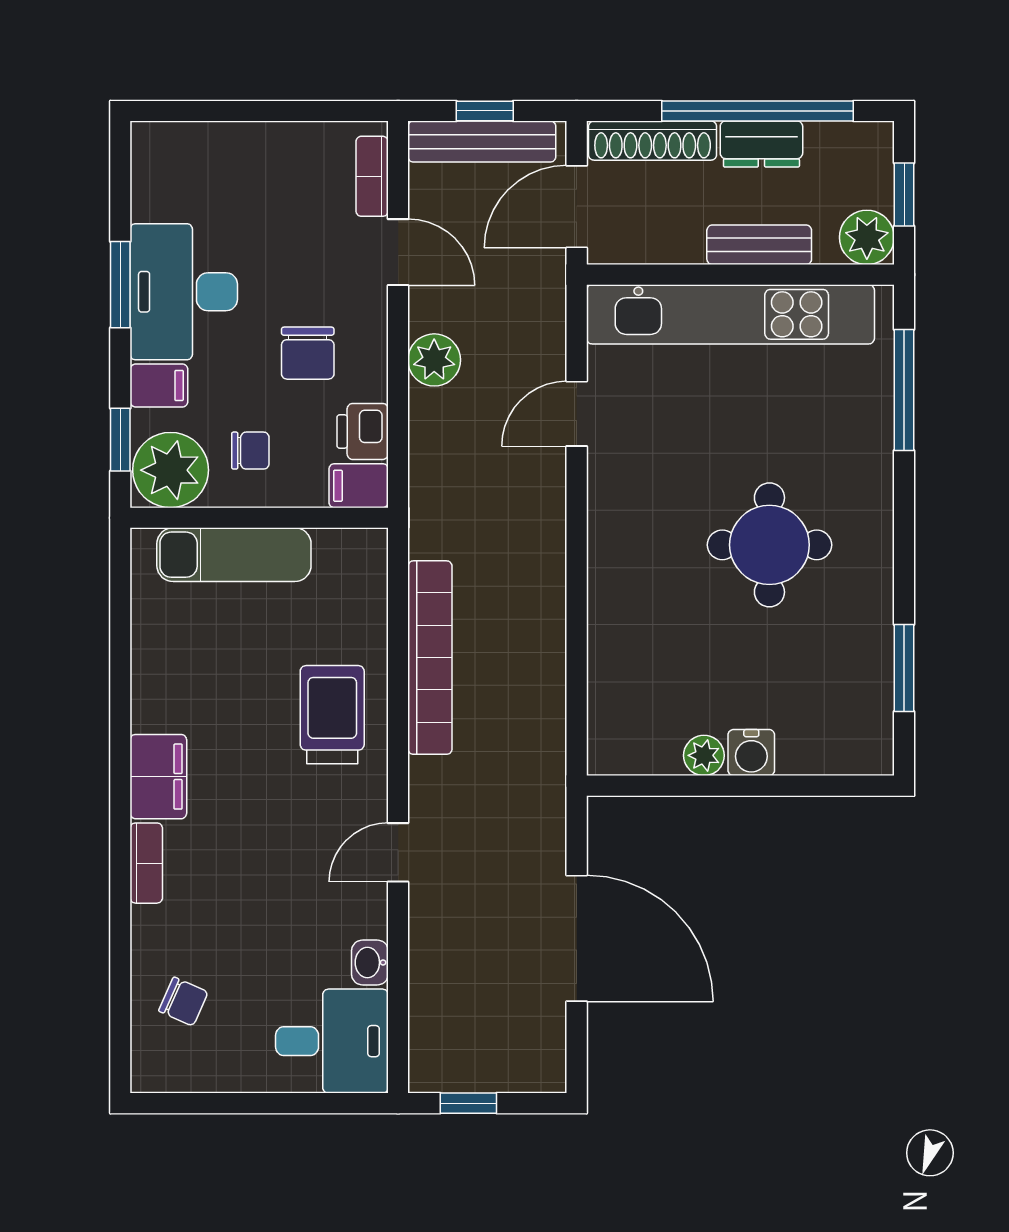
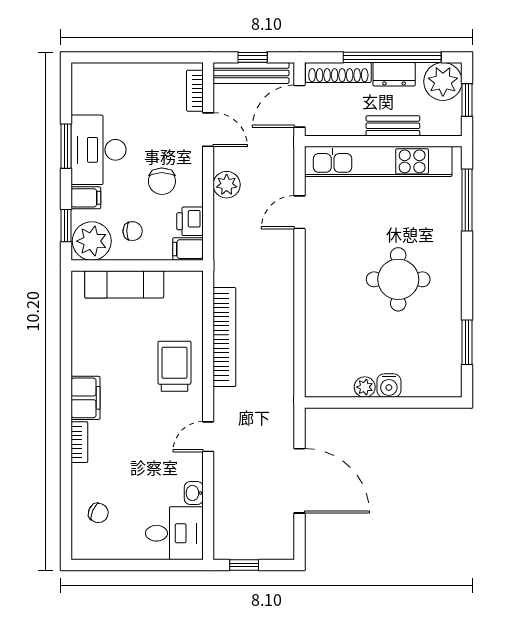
plant: (867, 237) -> (443, 81), moved, width x1.36, depth x1.36

